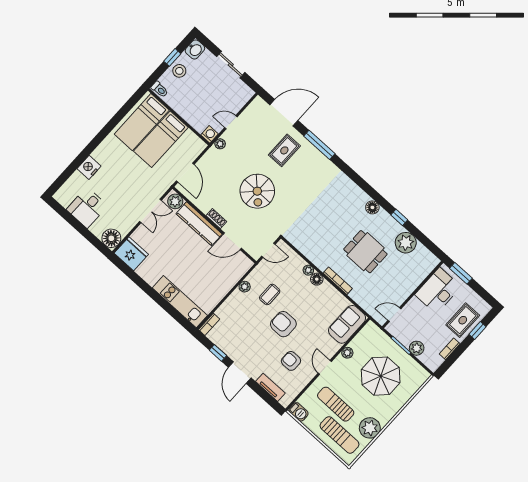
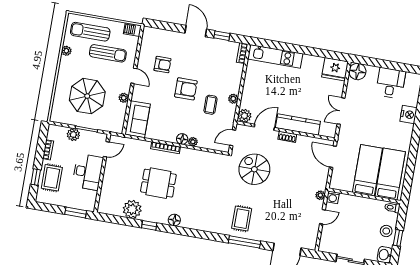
rug: (284, 150) -> (242, 219), moved
spiral stairs: (257, 191) -> (254, 169), moved
plant: (175, 201) -> (244, 116), moved
desk: (438, 291) -> (88, 172), moved
tv unit: (270, 387) -> (166, 35), removed
plant: (370, 428) -> (66, 51), width x0.53, depth x0.53

